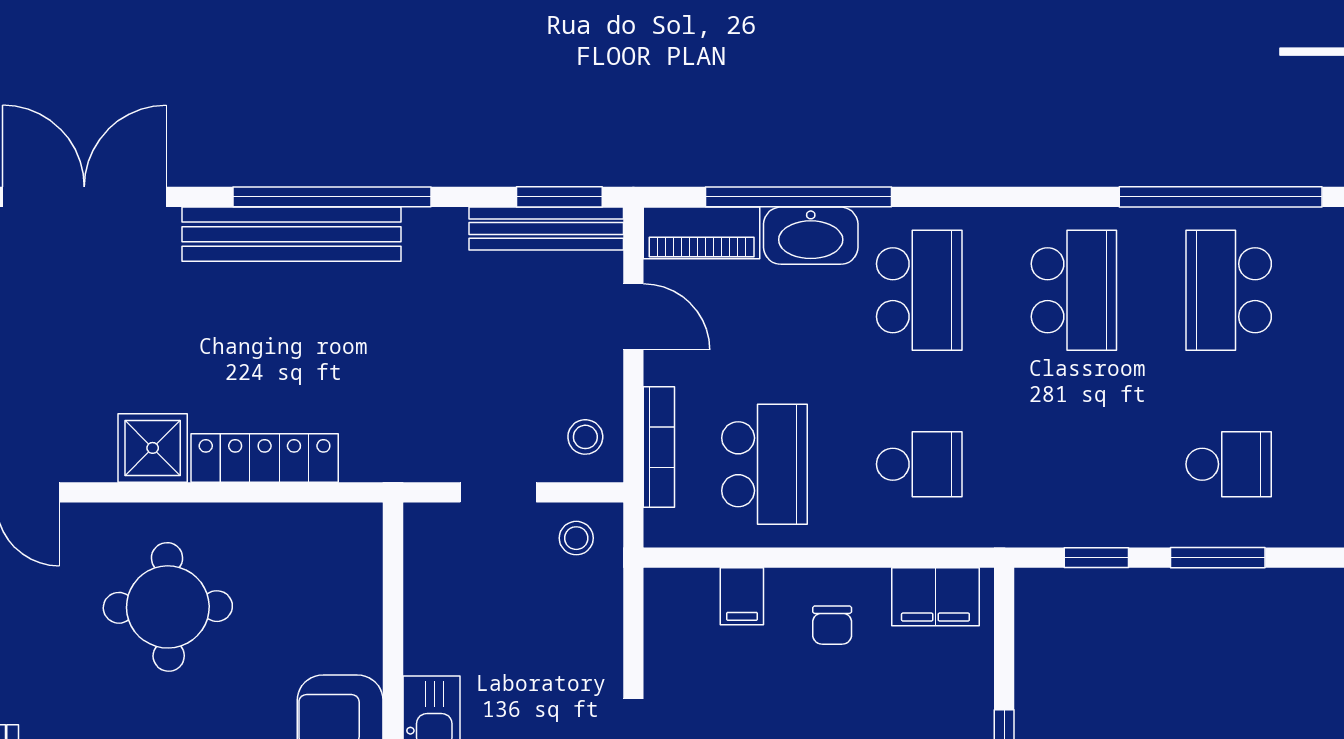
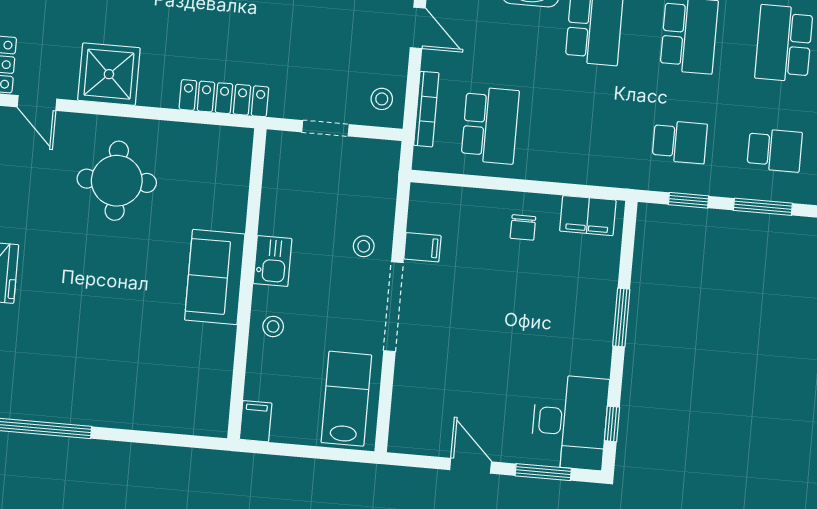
shower: (153, 448) -> (109, 74), width x1.36, depth x1.36
locker: (265, 458) -> (224, 98), moved
school desk: (919, 464) -> (680, 142), moved
stool: (576, 538) -> (364, 246), moved
filing cabinet: (742, 596) -> (422, 247), moved, turned -90

